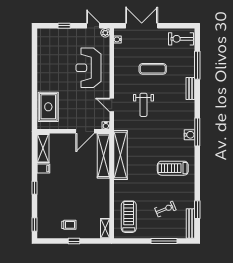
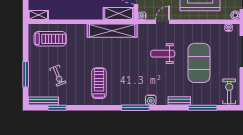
exercise mat: (153, 69) -> (199, 63), width x2.00, depth x1.45
water cooler: (190, 135) -> (151, 100), moved
shelving: (104, 156) -> (119, 13), width x0.68

